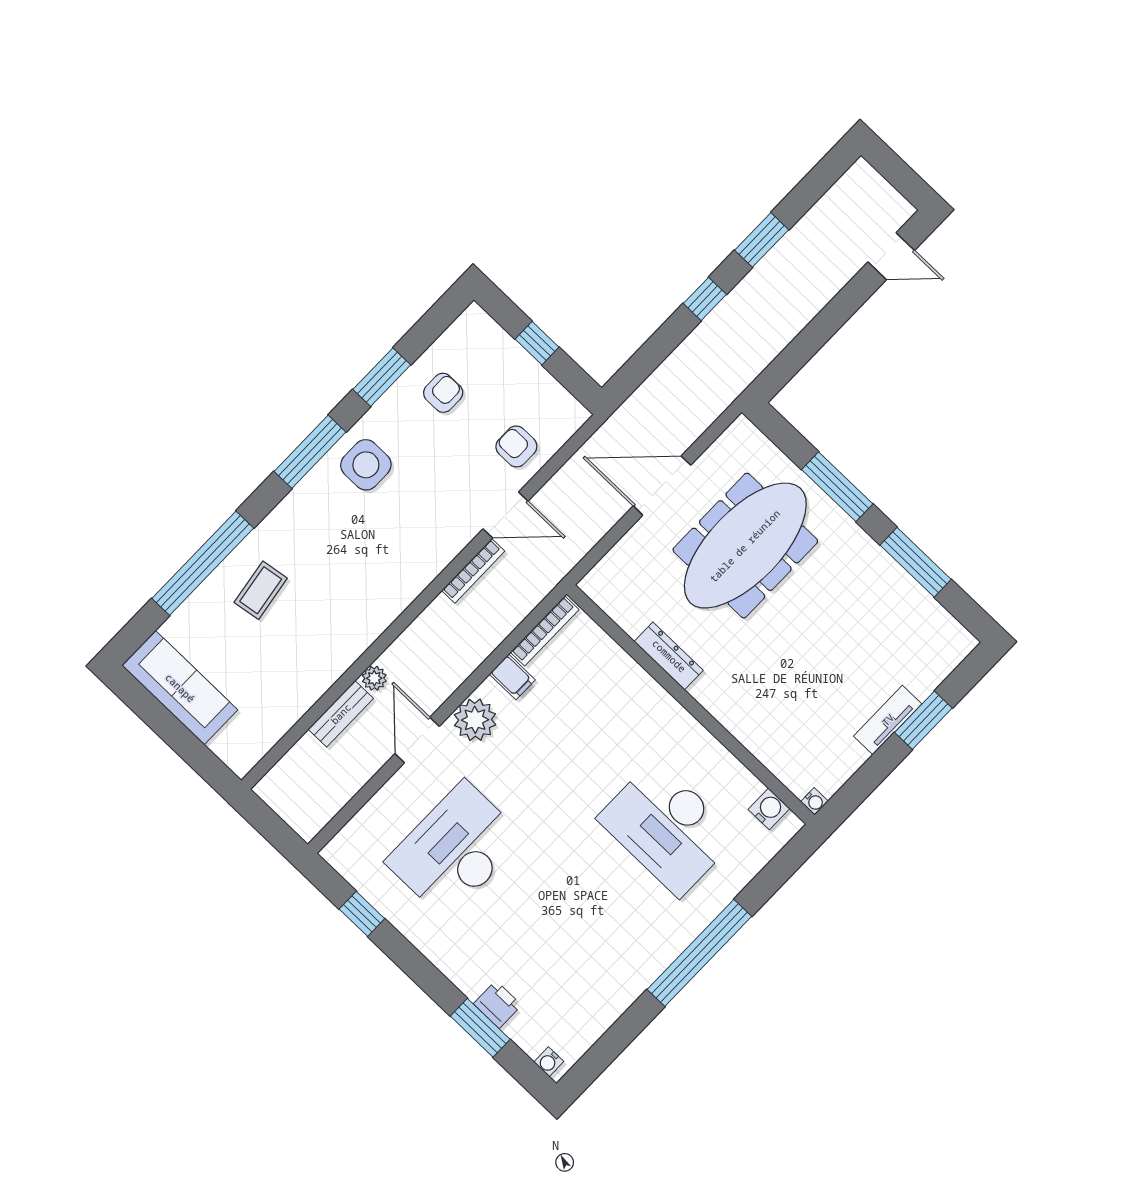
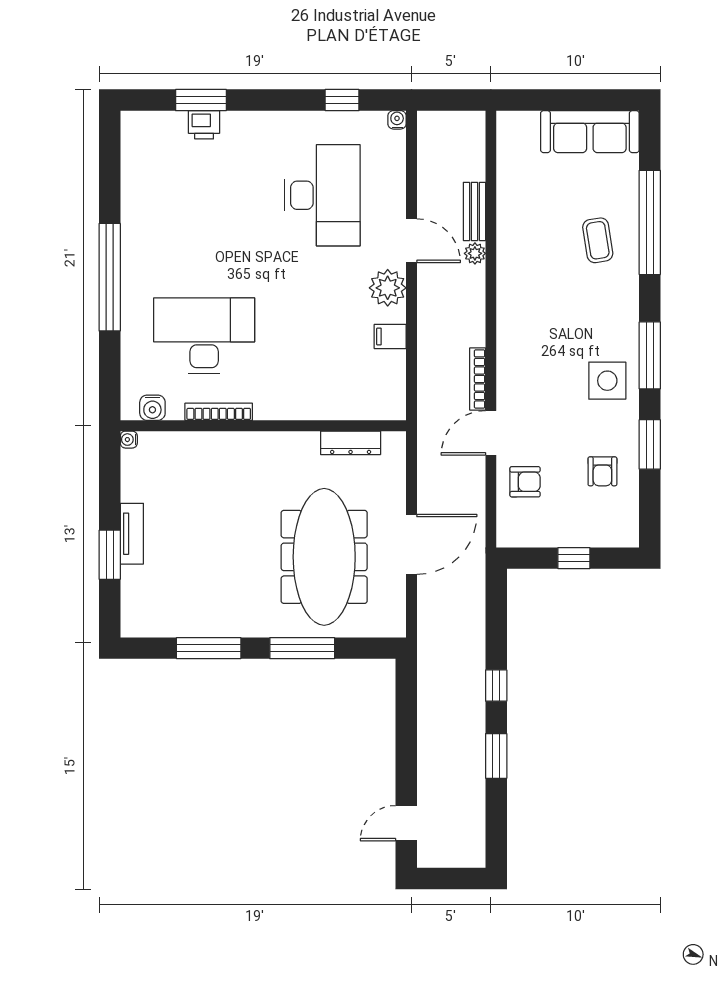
bookcase: (545, 631) -> (219, 412), moved, turned 90
dresser: (669, 656) -> (351, 443), moved
water cooler: (549, 1062) -> (397, 120), moved

